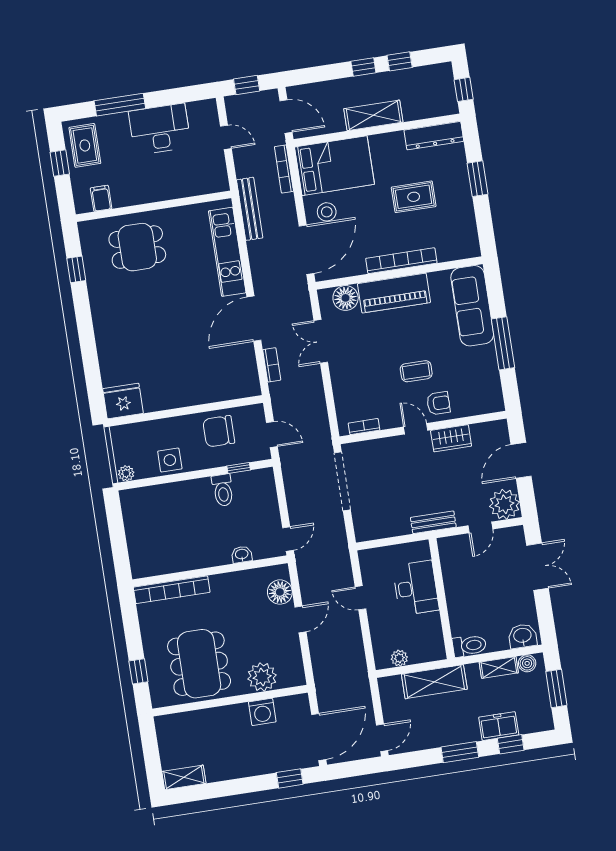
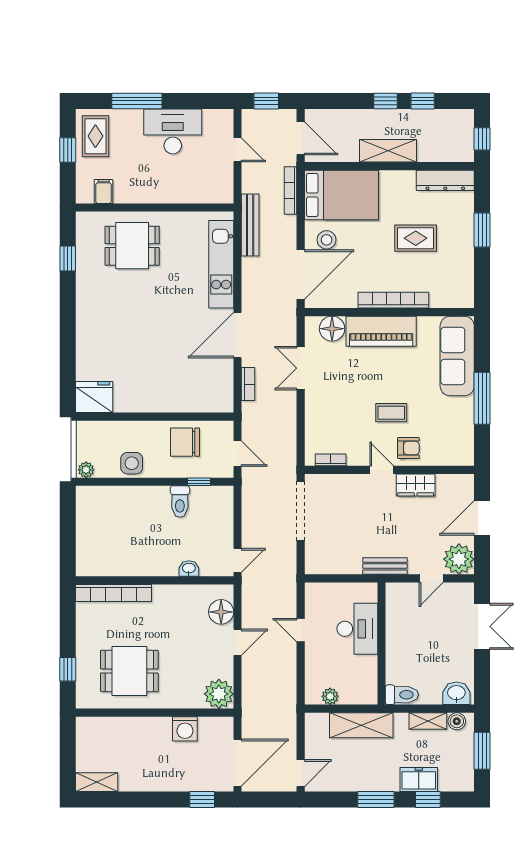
dining table: (199, 664) -> (129, 671), width x0.73
plant: (262, 677) -> (219, 694), moved

